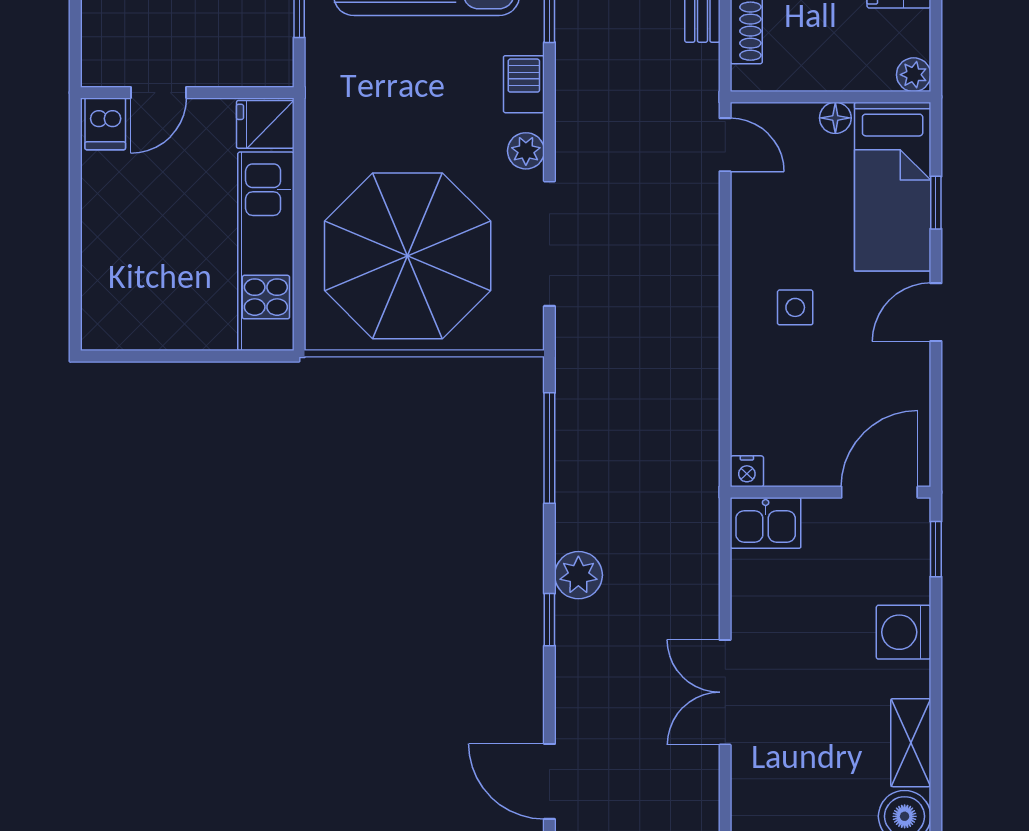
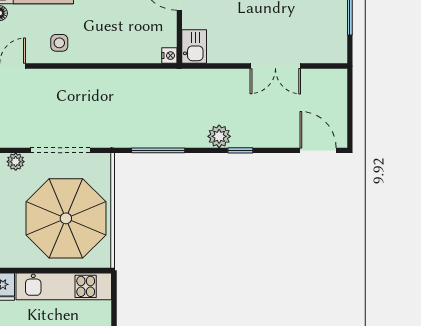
side table: (795, 307) -> (59, 43), moved
door: (549, 781) -> (318, 150), swing flipped

